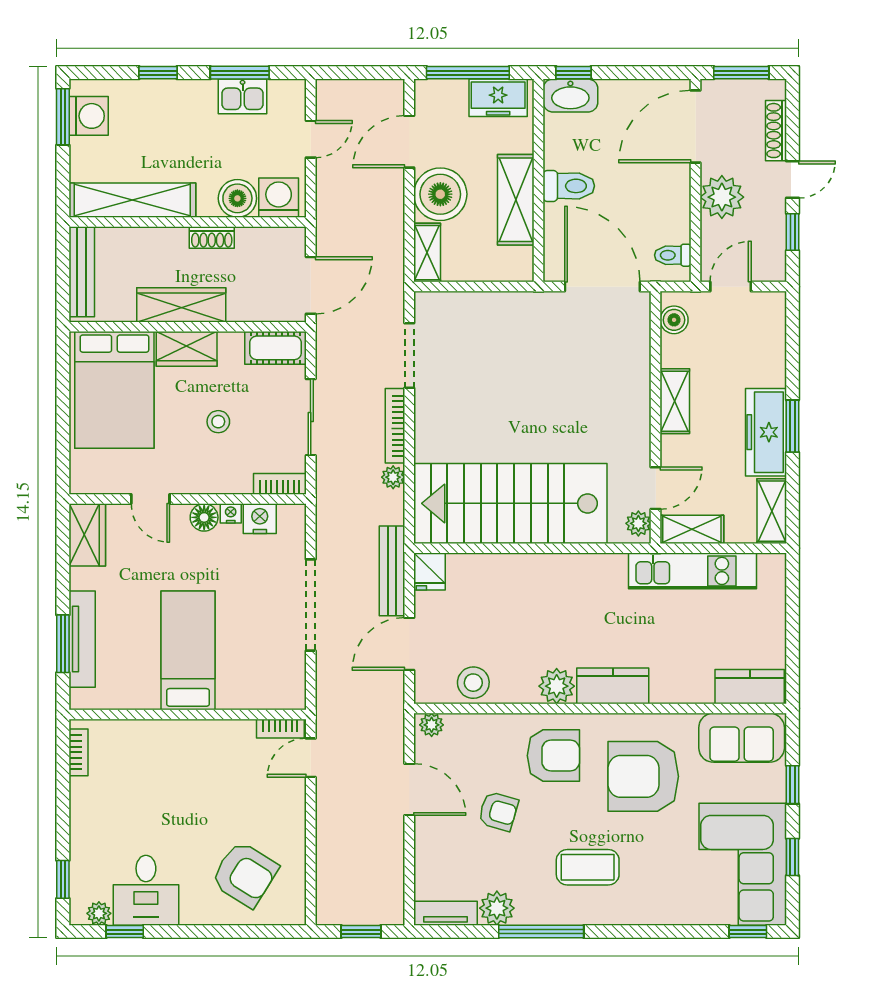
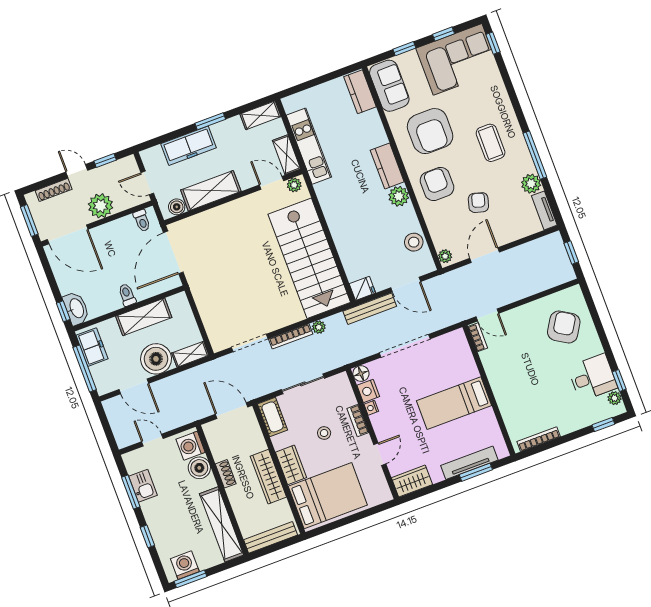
toilet: (569, 186) -> (127, 295), width x0.73, depth x0.72
shelving: (675, 401) -> (211, 191), width x1.50, depth x1.33
freezer: (766, 432) -> (189, 146), moved
bookcase: (280, 484) -> (358, 420), moved
floor lamp: (204, 517) -> (361, 374), moved
bookcase: (78, 752) -> (539, 439), width x1.56

